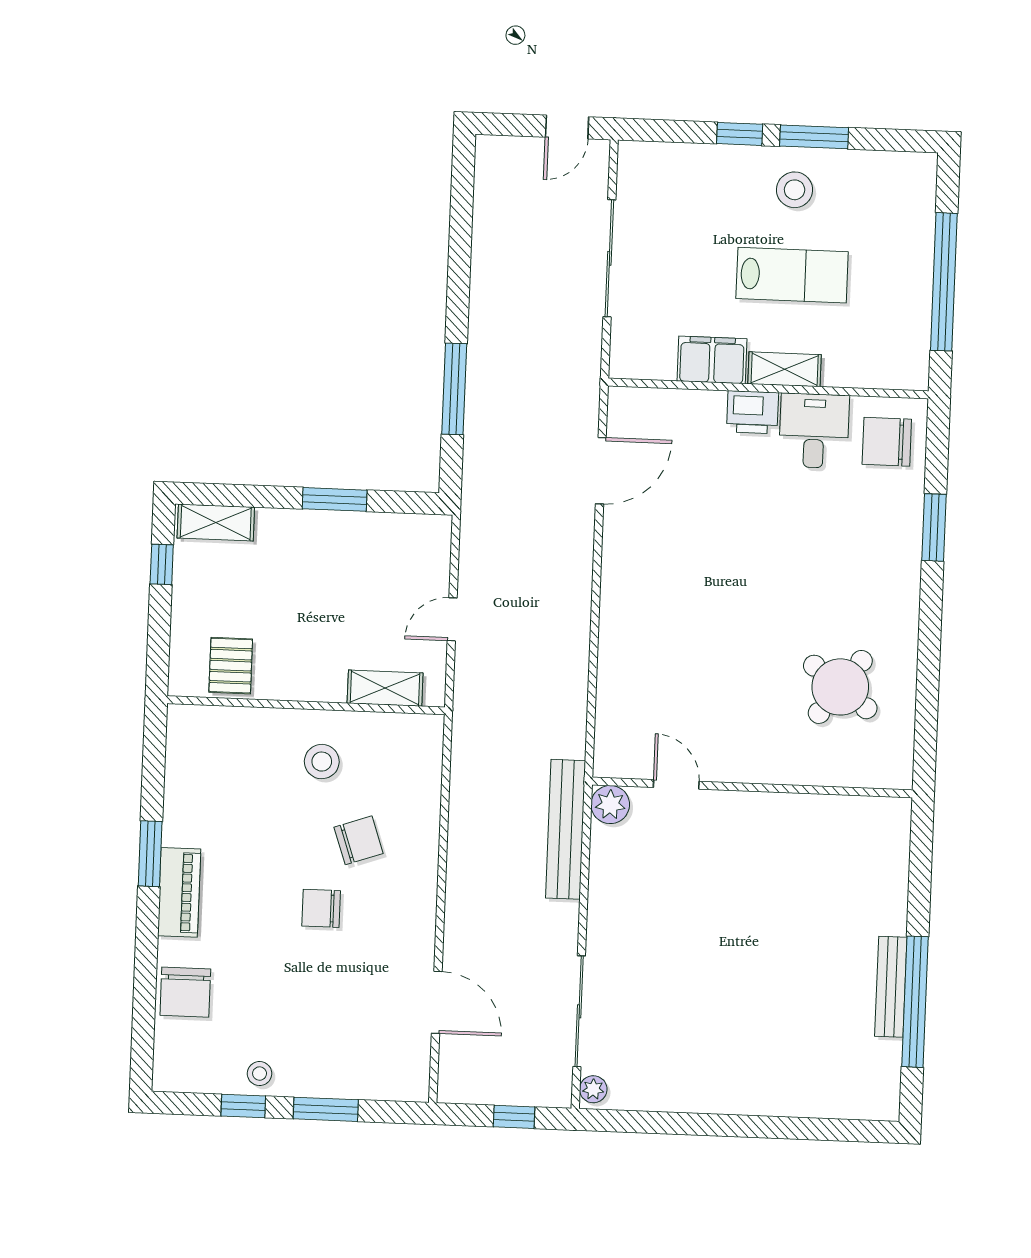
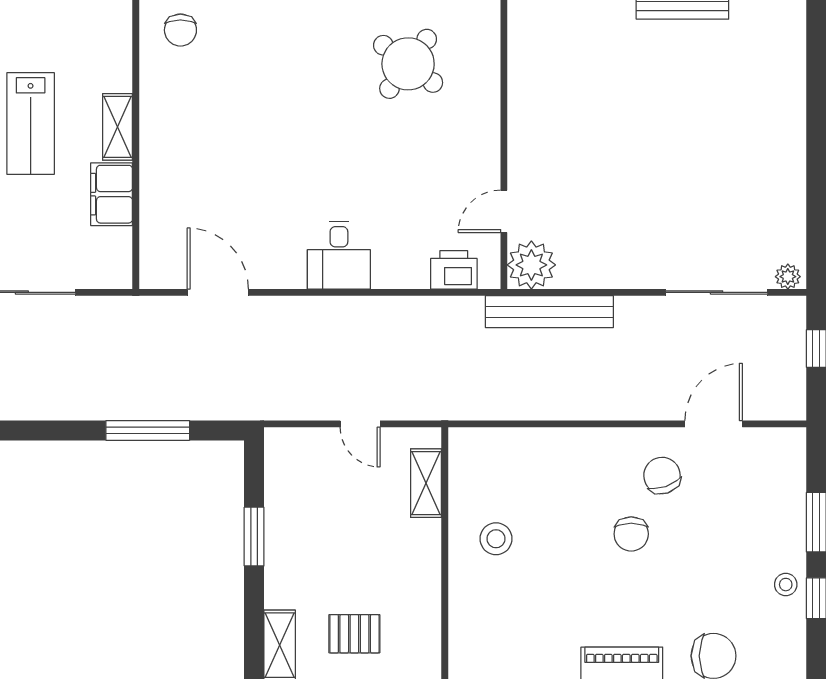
lab bench: (792, 275) -> (31, 123), turned 180
printer: (753, 412) -> (454, 270), moved, turned -90
desk: (814, 431) -> (339, 255), moved, turned -90
chair: (887, 442) -> (180, 30), width x0.73, depth x0.73
pallet: (231, 666) -> (354, 634), moved
plant: (610, 805) -> (531, 265), width x1.36, depth x1.36
chair: (359, 840) -> (662, 476), moved

